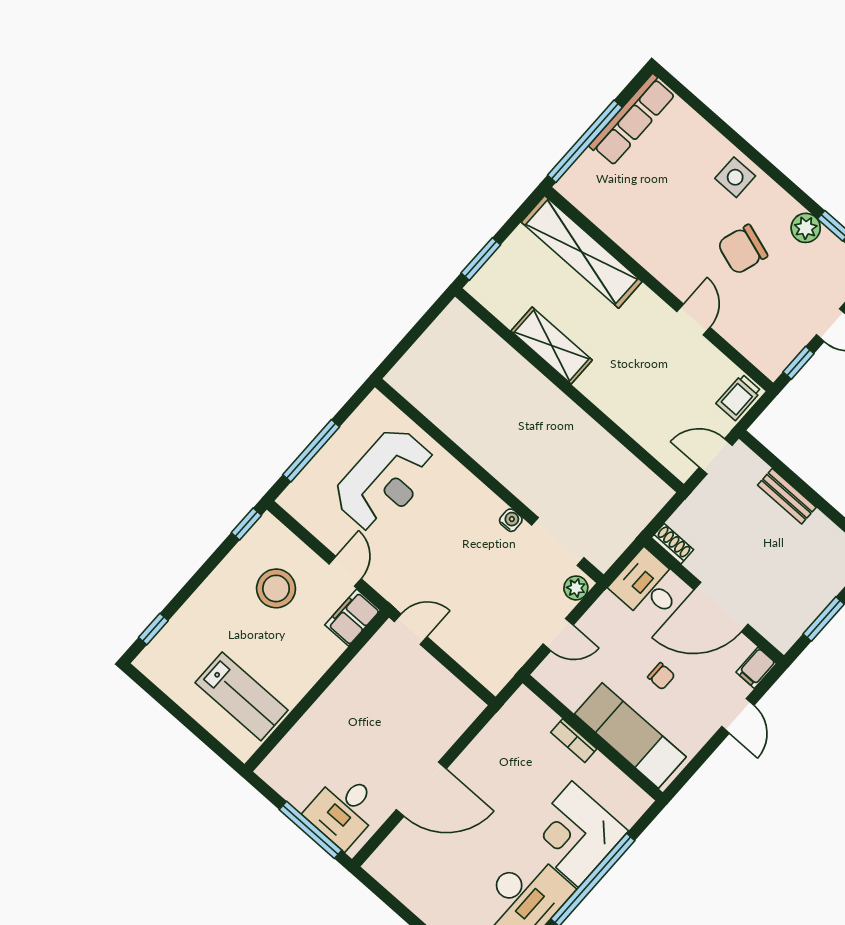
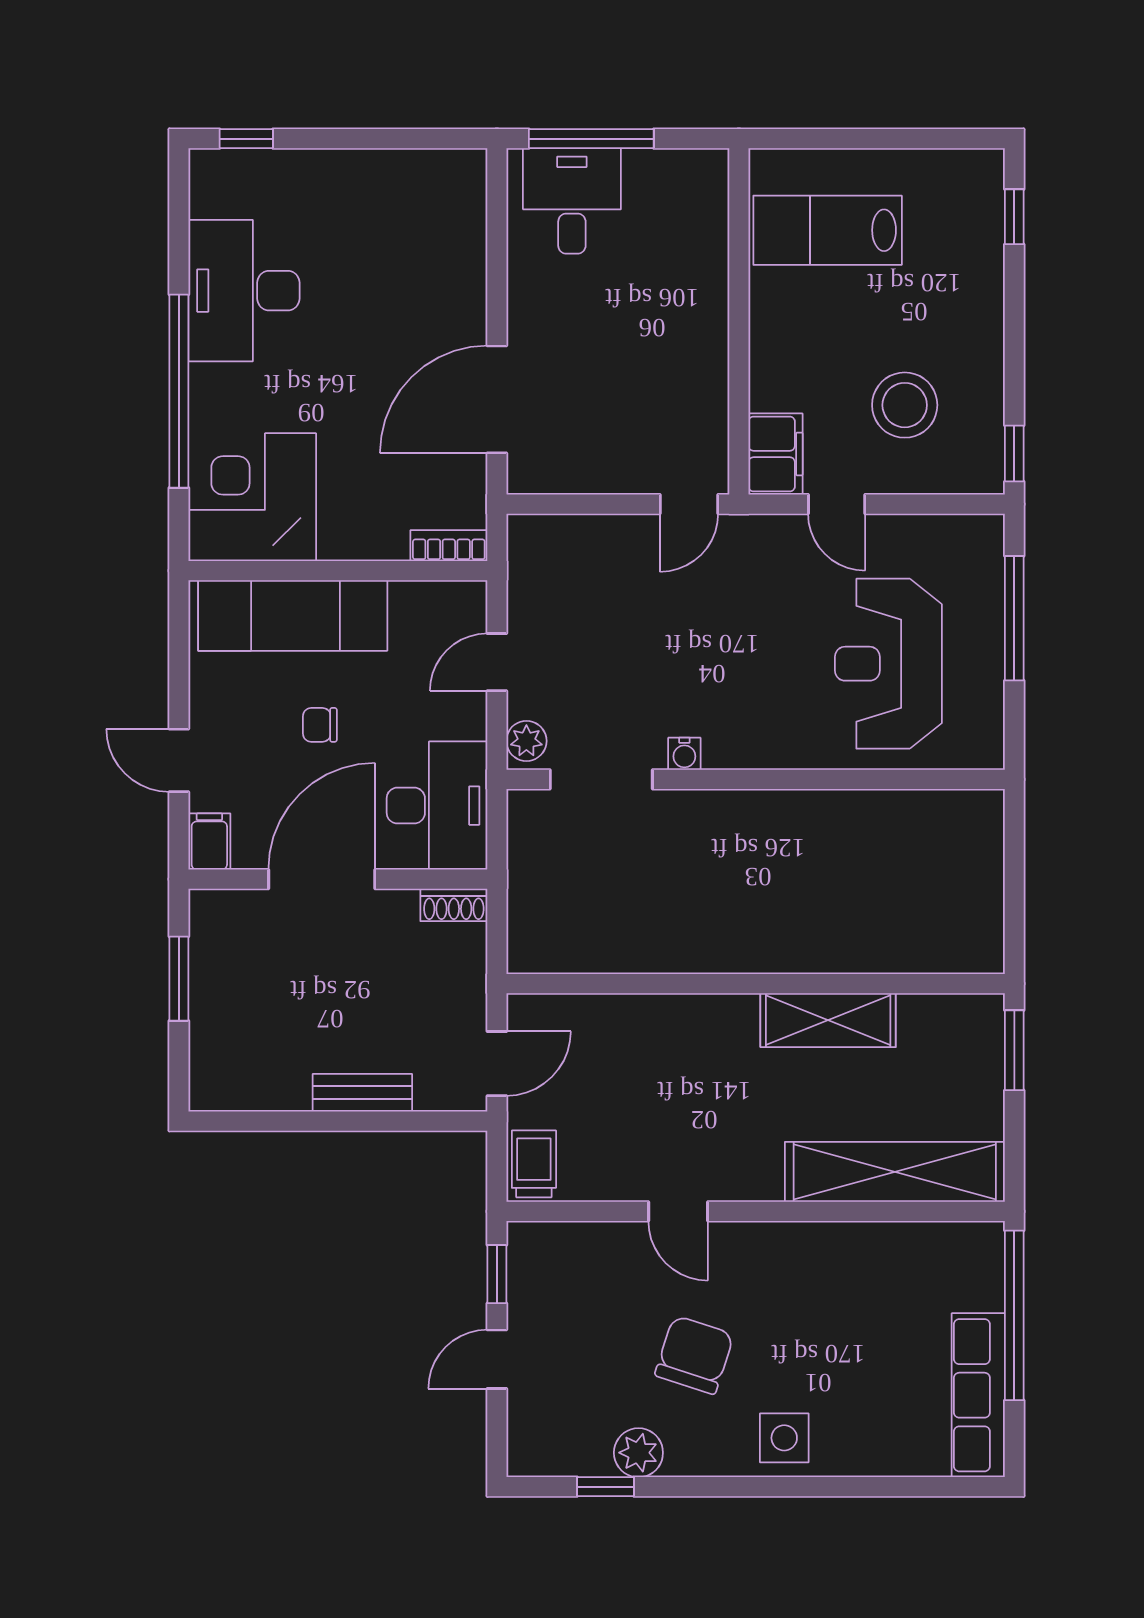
desk: (648, 587) -> (437, 806), width x1.37
bookcase: (574, 741) -> (449, 546), moved
door: (421, 789) -> (497, 399), moved
corner desk: (575, 834) -> (252, 497), moved, turned -90

